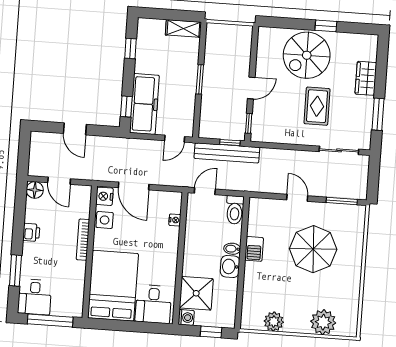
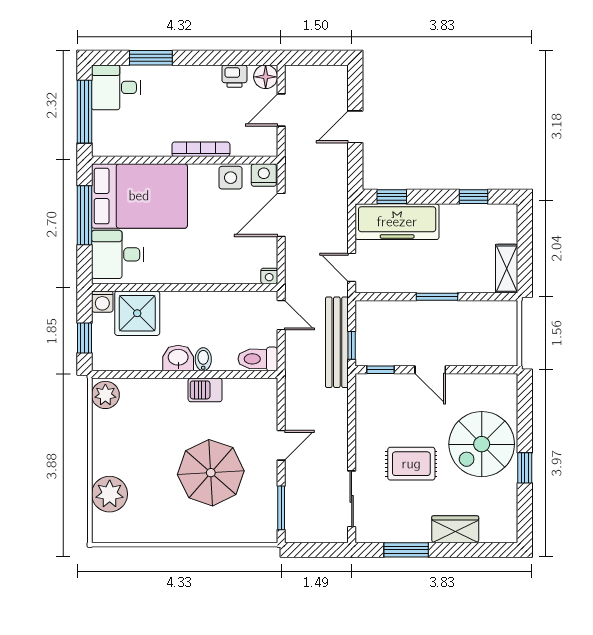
spiral stairs: (307, 55) -> (482, 444), turned -90
nightstand: (175, 220) -> (269, 276), moved
printer: (31, 232) -> (234, 76), moved
plant: (274, 322) -> (105, 395), moved
window: (124, 326) -> (84, 215), added

